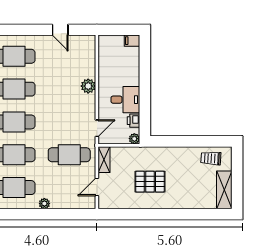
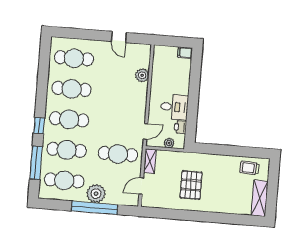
plant: (88, 86) -> (142, 75), moved
plant: (134, 139) -> (169, 143), moved
pallet: (150, 182) -> (191, 185), turned 90
plant: (44, 204) -> (96, 194), width x1.88, depth x1.88
window: (49, 214) -> (95, 208), added

